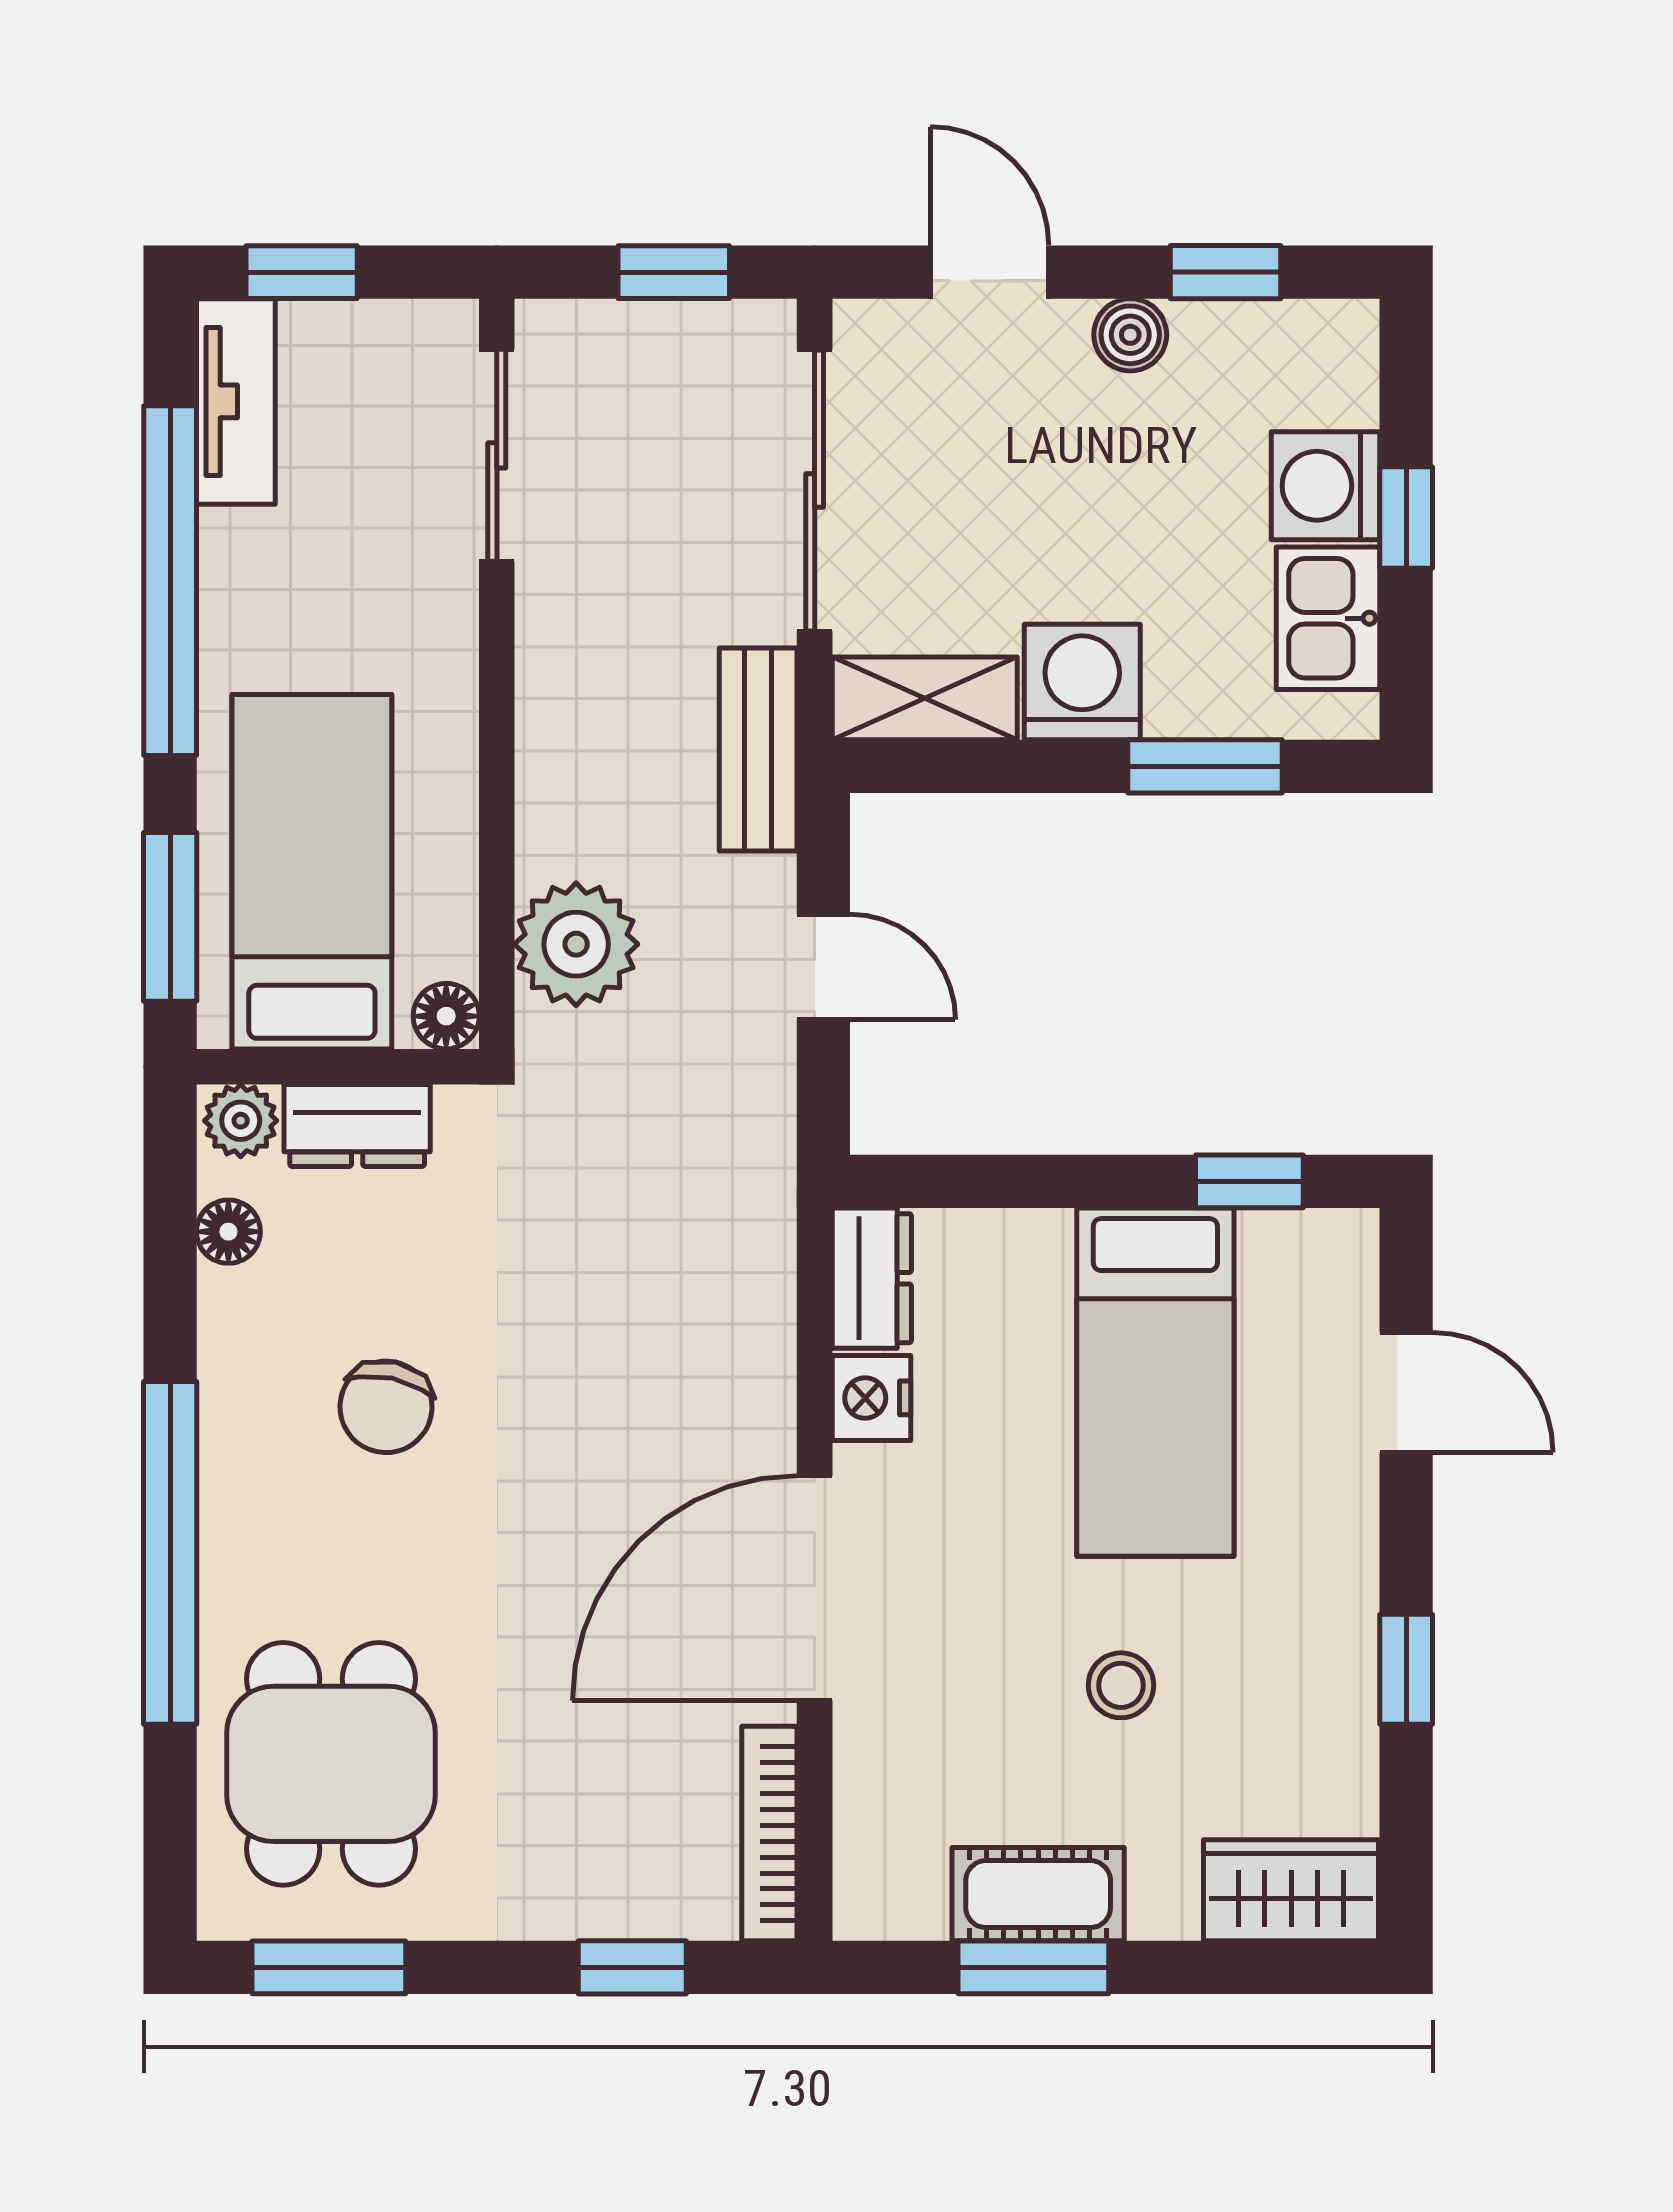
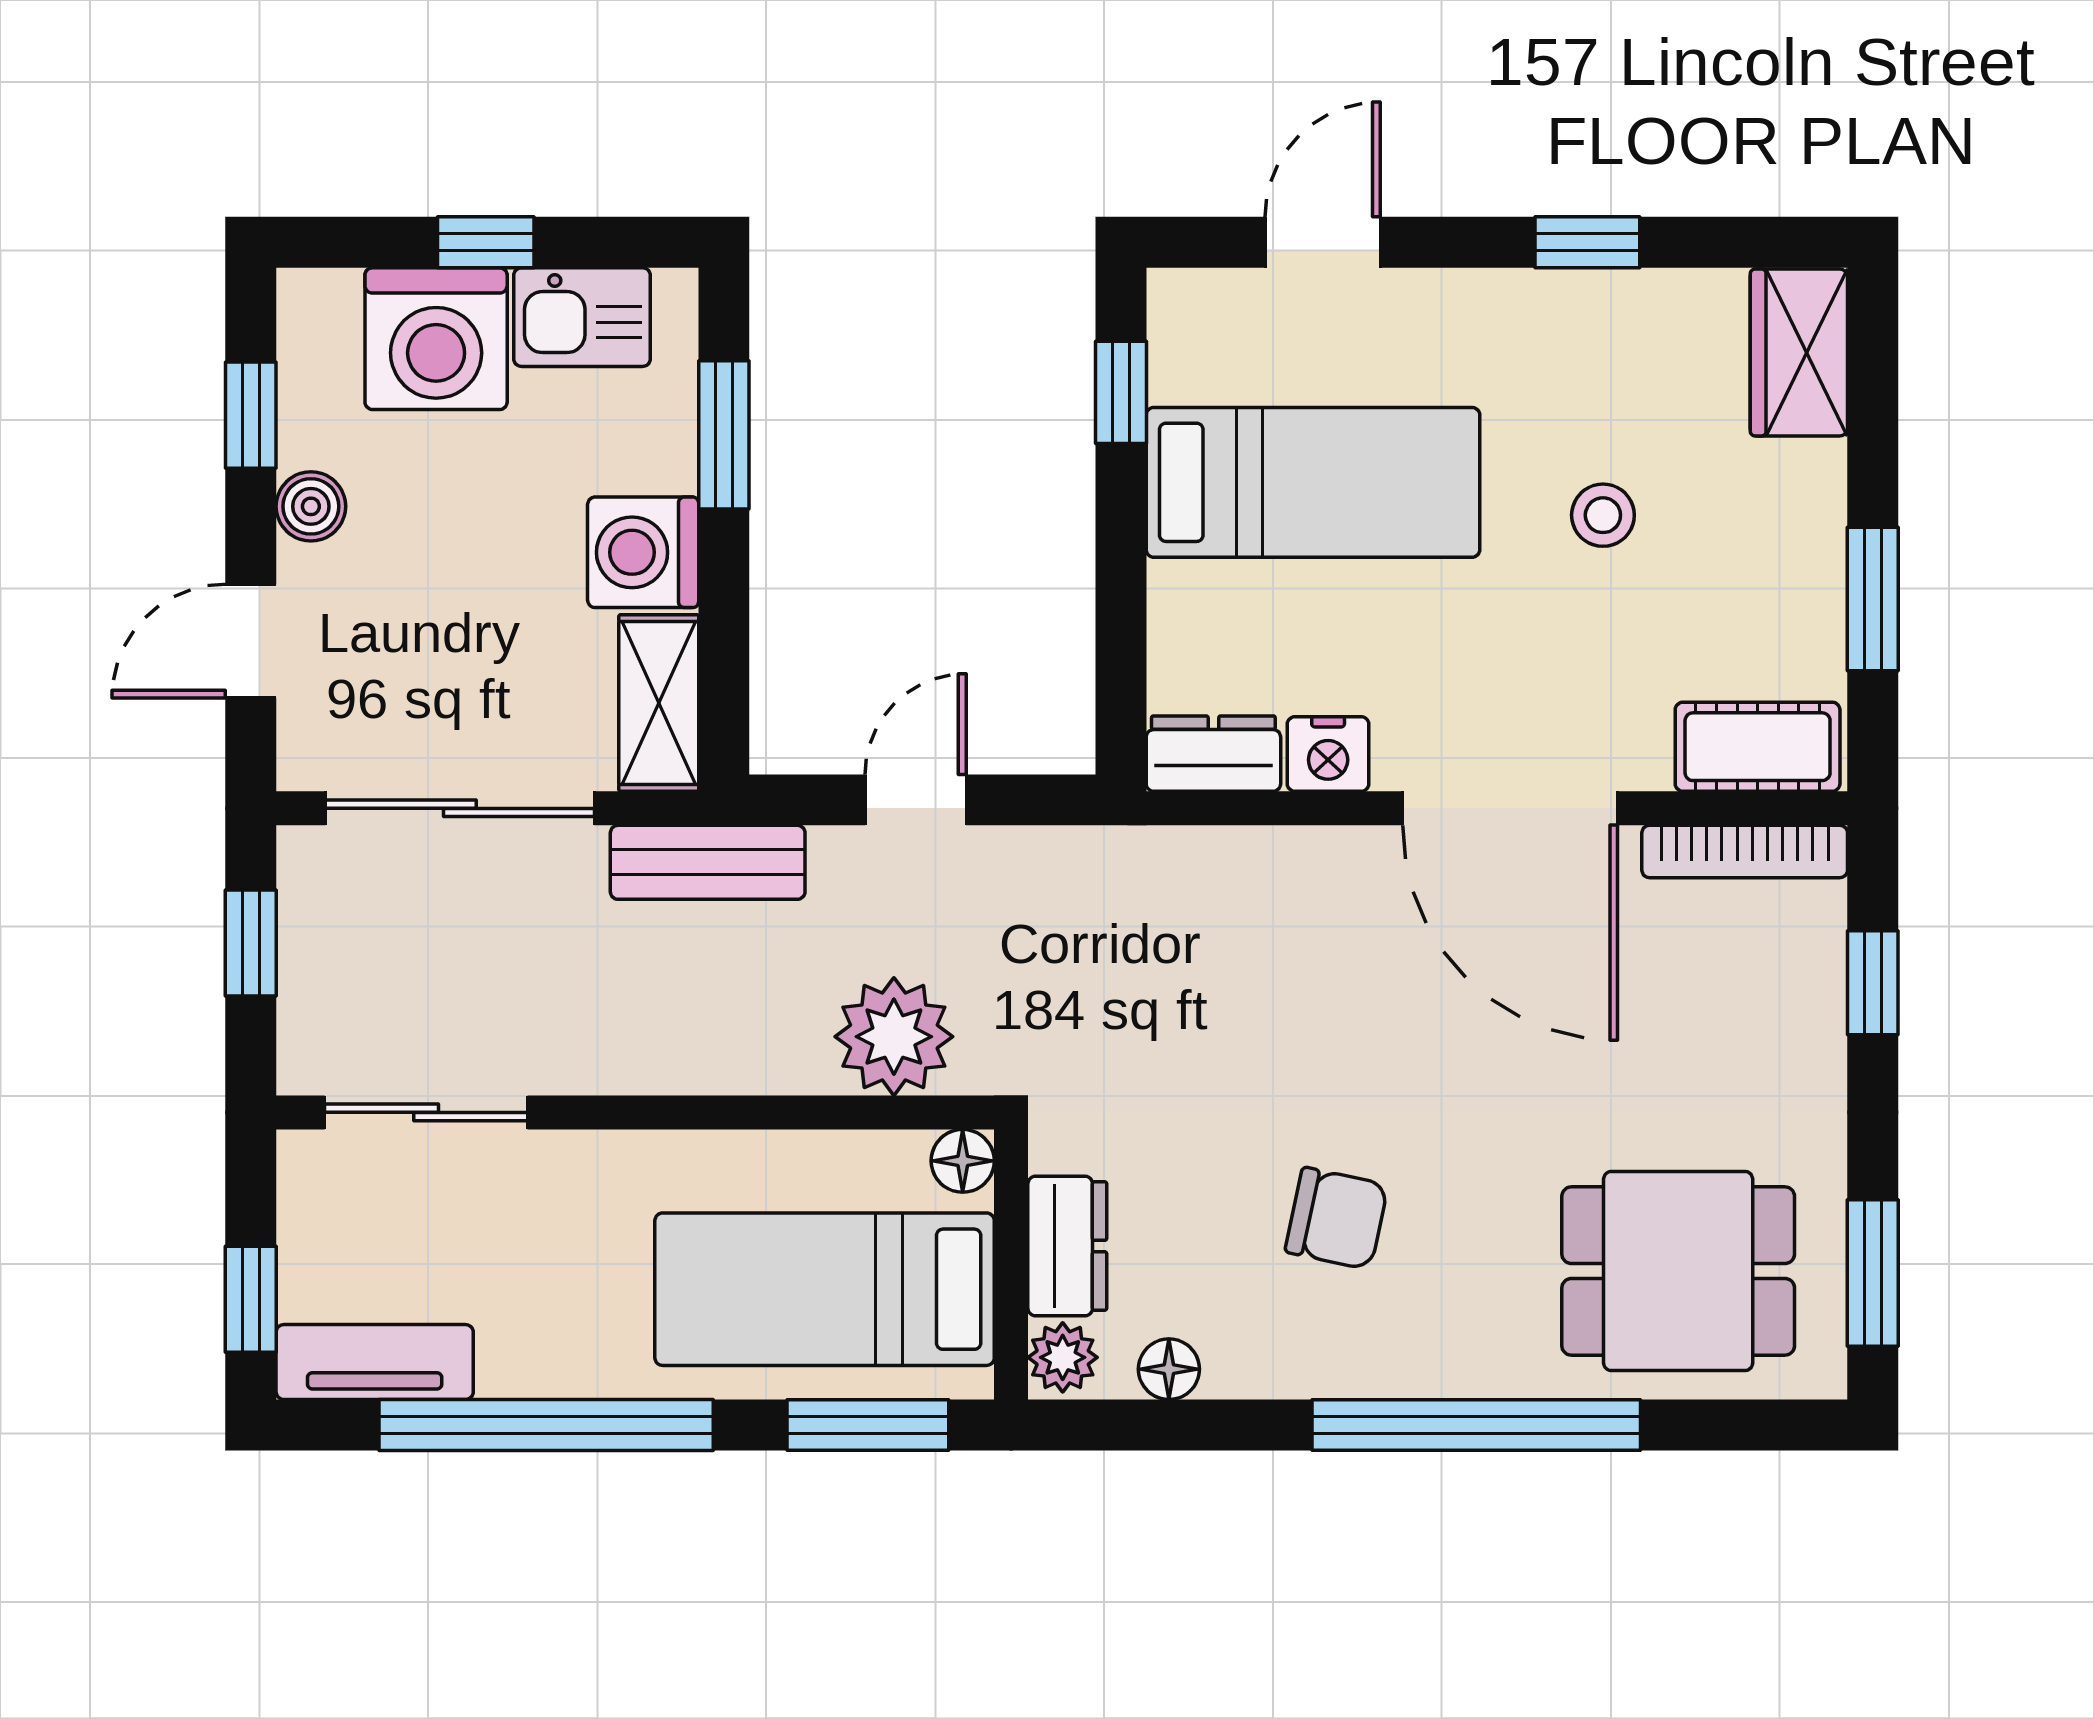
washing machine: (1326, 486) -> (436, 339), width x1.37, depth x1.37
cot: (1038, 1894) -> (1758, 747), moved, turned 90

